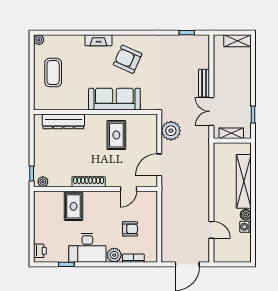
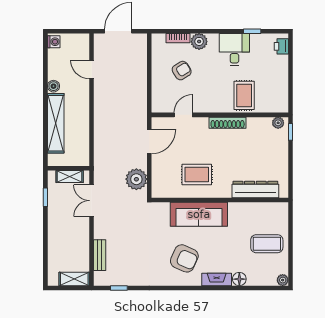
floor lamp: (78, 41) -> (239, 279), added
shelving: (237, 41) -> (74, 279), moved
coffee table: (53, 73) -> (267, 244), turned 90
bench: (204, 83) -> (100, 255), moved
double door: (211, 111) -> (92, 201), swing flipped
rug: (116, 135) -> (197, 174), turned 90
washing machine: (245, 227) -> (54, 42), moved
armchair: (130, 229) -> (182, 71), turned 148
desk: (87, 248) -> (234, 50), width x0.73

